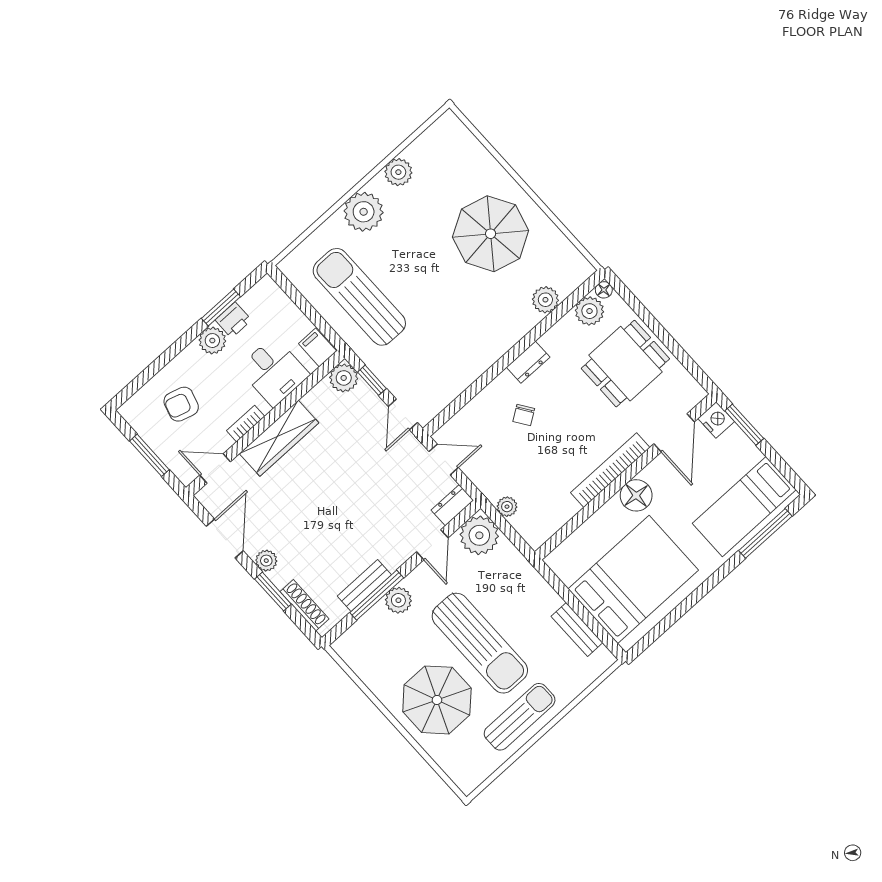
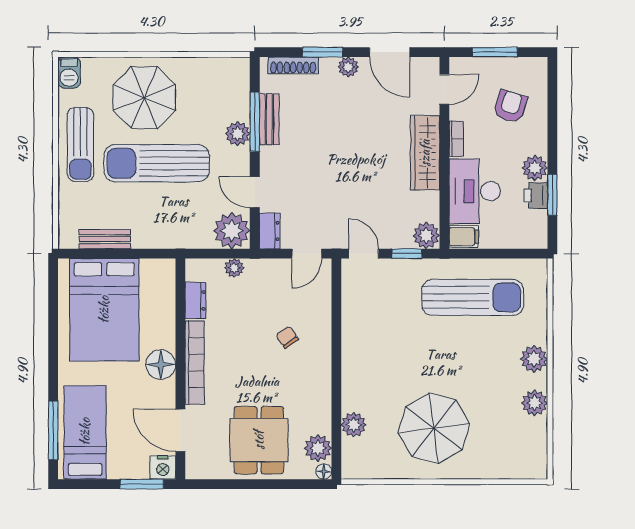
plant: (364, 212) -> (534, 359), width x0.73, depth x0.73
dresser: (528, 362) -> (195, 300), moved, turned 180
desk: (274, 371) -> (475, 191), width x1.37
barbecue: (471, 777) -> (69, 73), added

